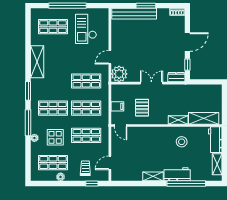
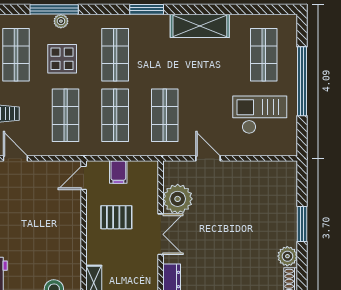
bench: (134, 14) -> (287, 203), removed
plant: (164, 14) -> (287, 256), added
plant: (119, 74) -> (178, 199), moved
window: (28, 123) -> (54, 9), moved

